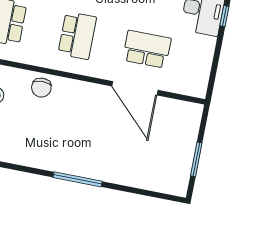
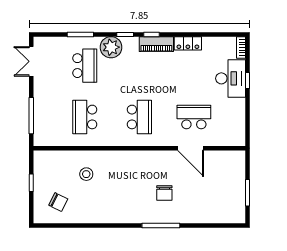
chair: (41, 88) -> (164, 193), moved
door: (135, 88) -> (191, 148), width x0.73

